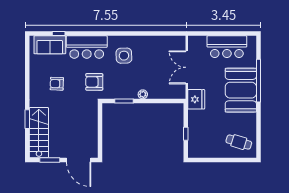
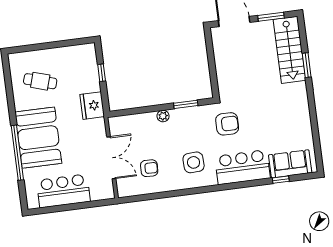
armchair: (57, 84) -> (149, 168), moved
fridge: (196, 99) -> (92, 106), moved
cafe table: (239, 142) -> (40, 81), moved

